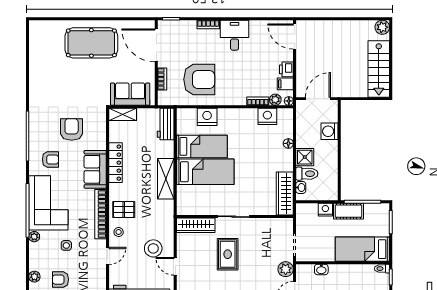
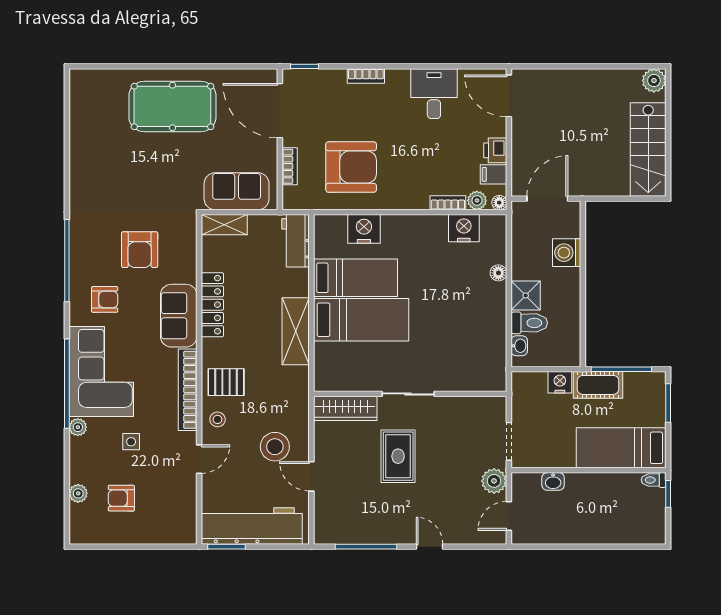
desk: (235, 35) -> (434, 94), moved
armchair: (72, 129) -> (140, 250), turned 180
wardrobe: (285, 194) -> (493, 356), removed

